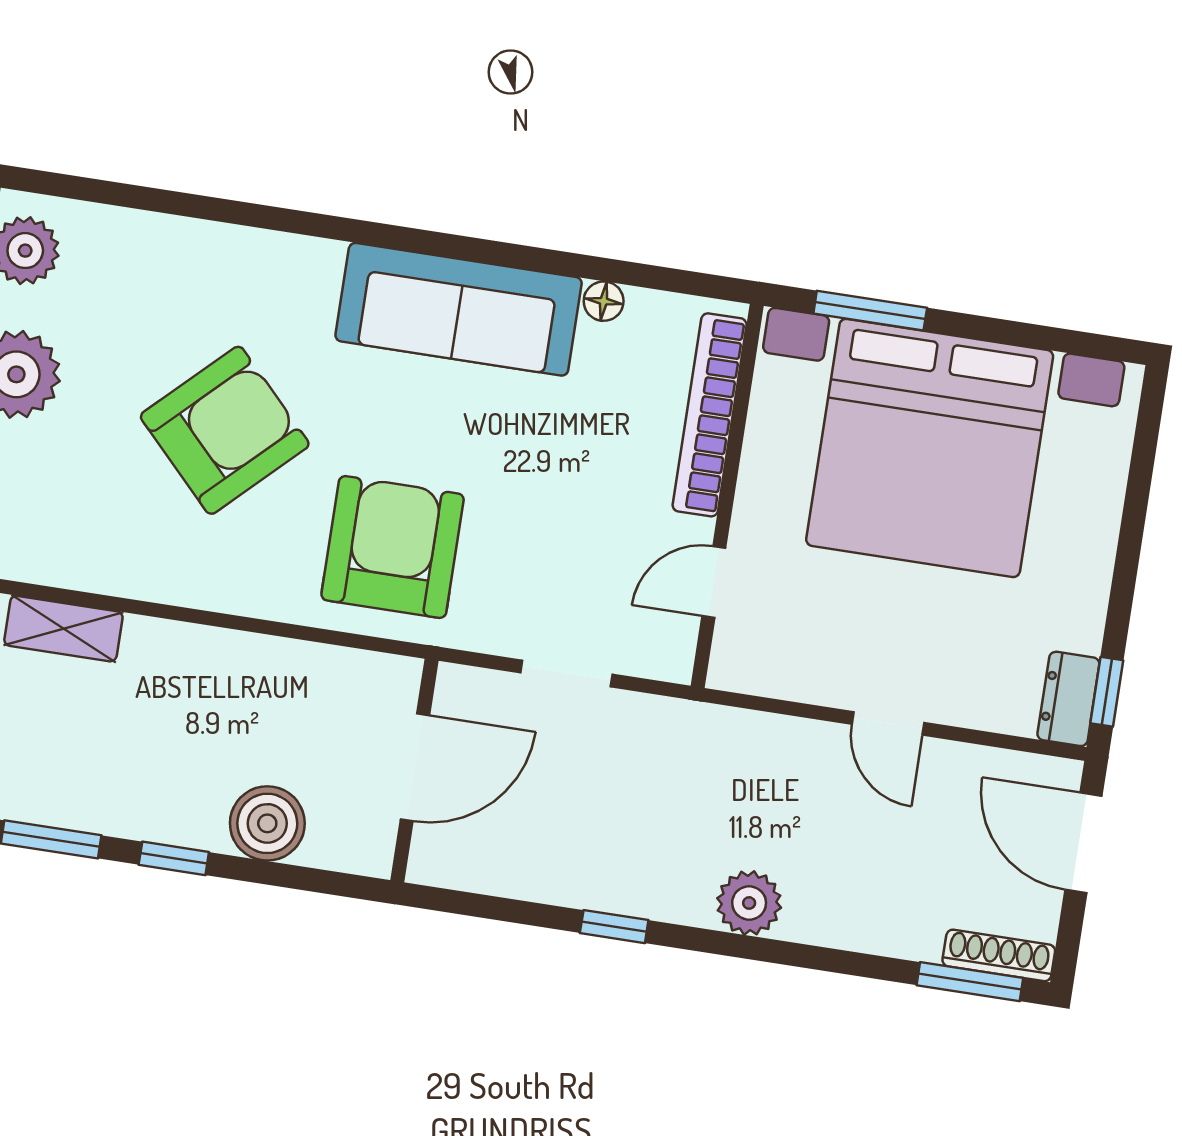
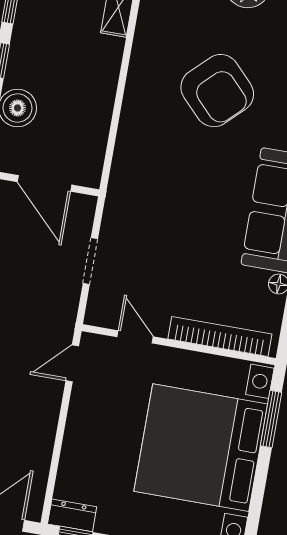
armchair: (393, 547) -> (156, 174), removed
door: (888, 723) -> (72, 363), moved

